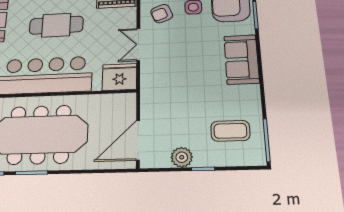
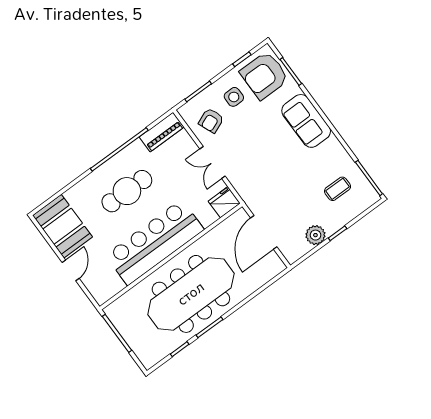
fridge: (120, 77) -> (224, 202), width x0.73, depth x0.75
coffee table: (230, 131) -> (338, 189), width x0.73, depth x0.77
door: (138, 140) -> (264, 232), moved

